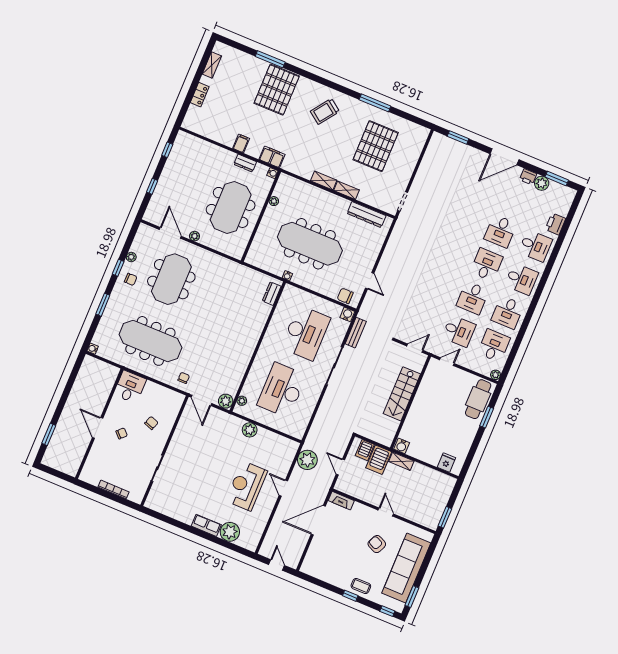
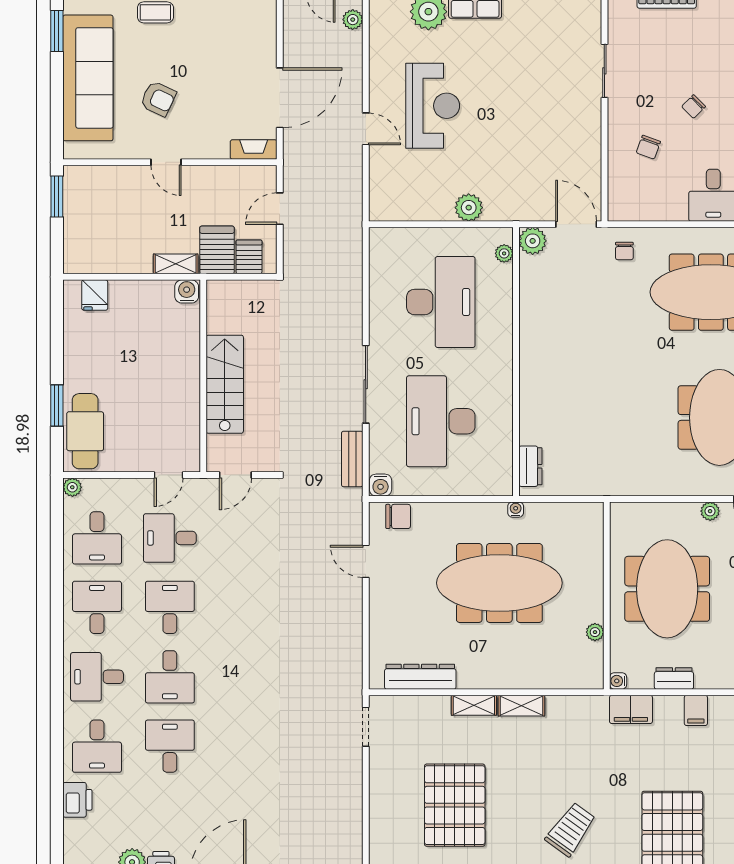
desk: (535, 246) -> (97, 746), turned -90
plant: (307, 460) -> (353, 20), moved, width x0.53, depth x0.53
door: (340, 467) -> (280, 209), swing flipped

